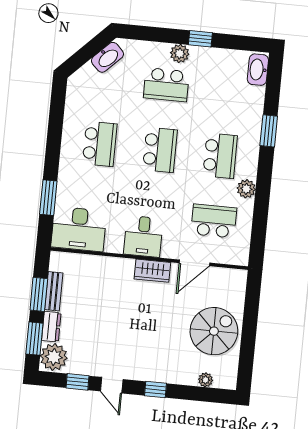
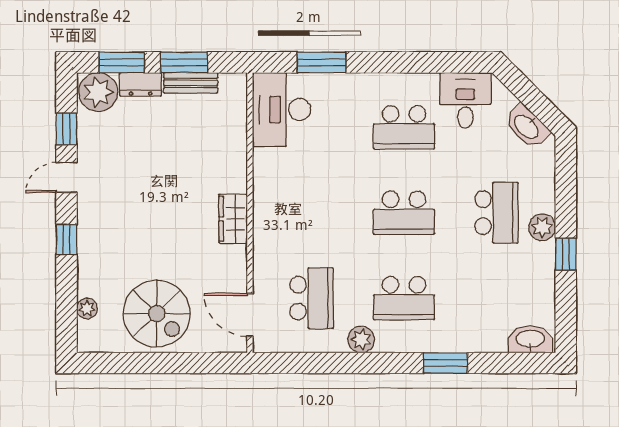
school desk: (166, 85) -> (496, 213), turned 180
desk: (143, 236) -> (465, 100), moved, turned 90
door: (194, 263) -> (250, 315), moved

